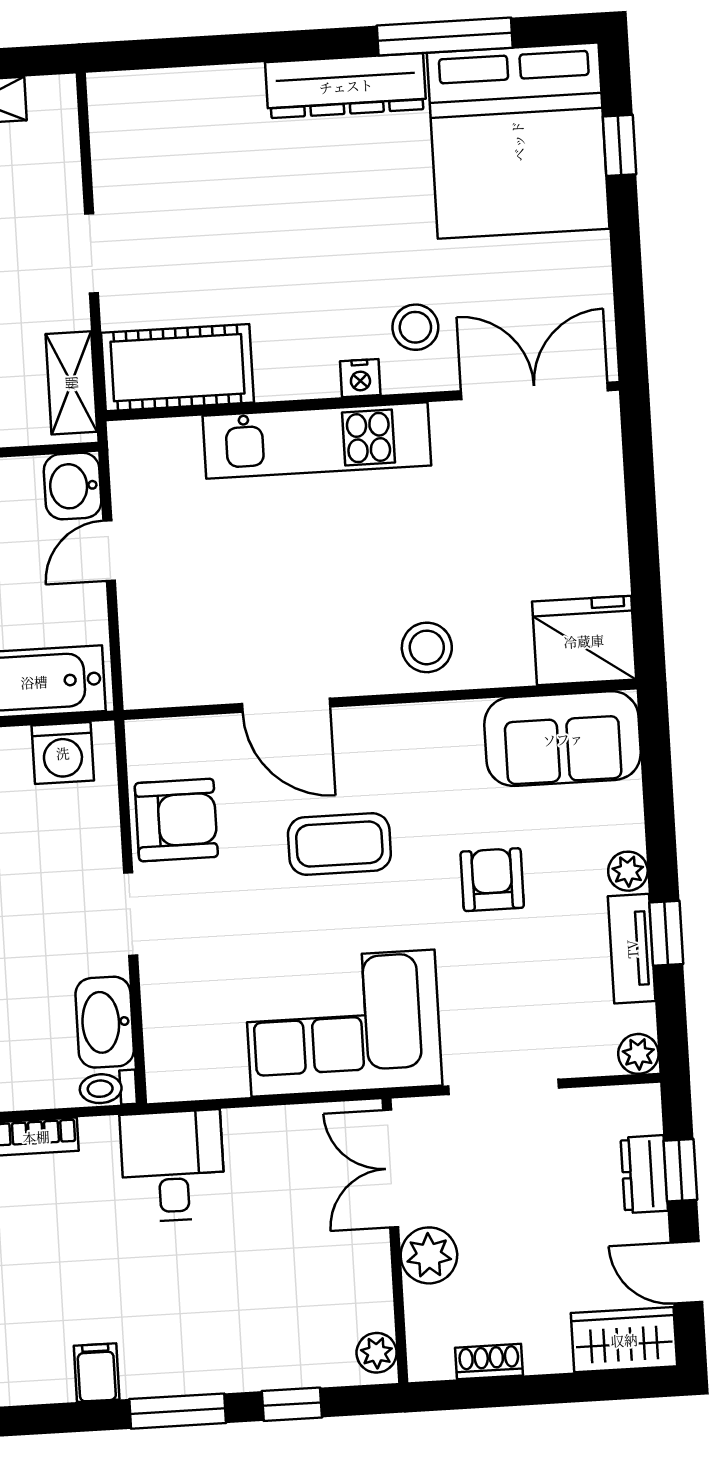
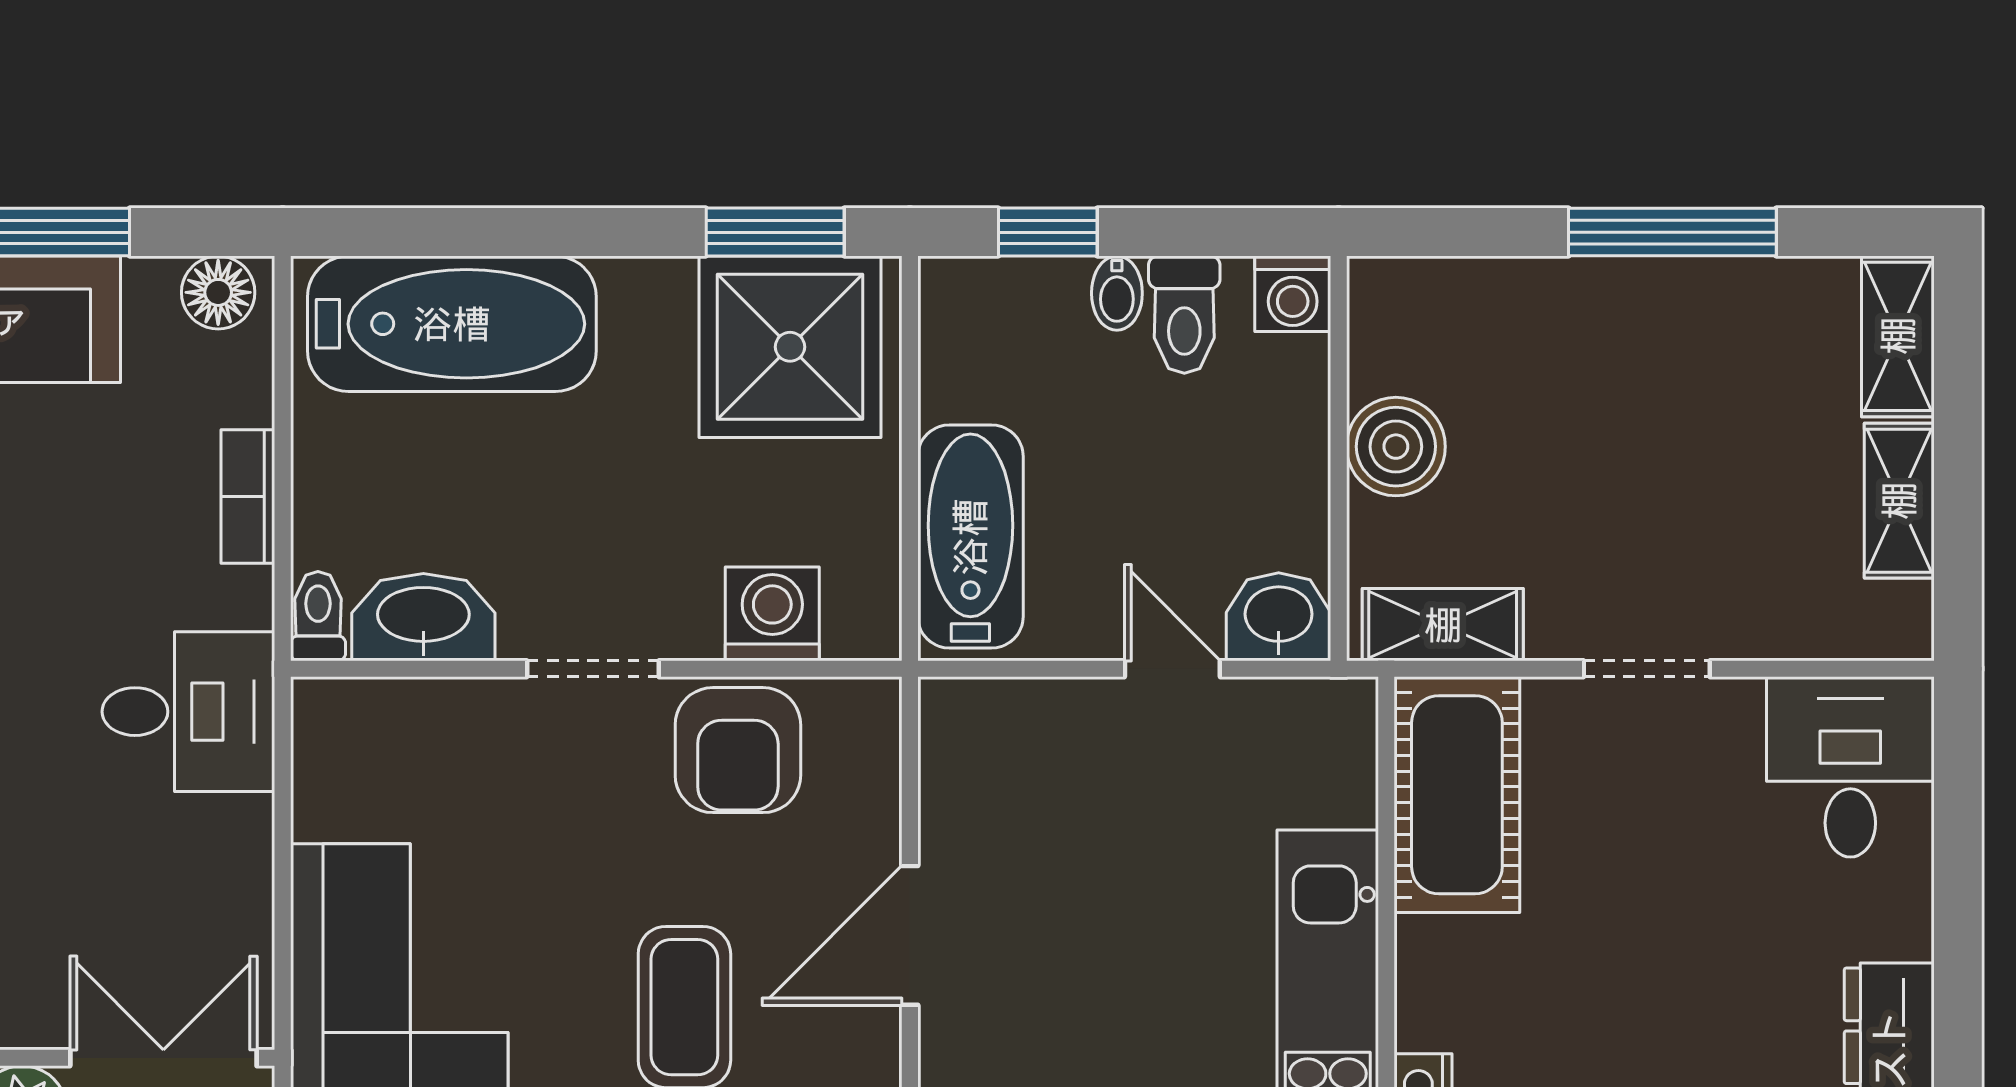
desk: (145, 122) -> (1850, 767), added
washing machine: (63, 753) -> (772, 614), moved, turned 90

